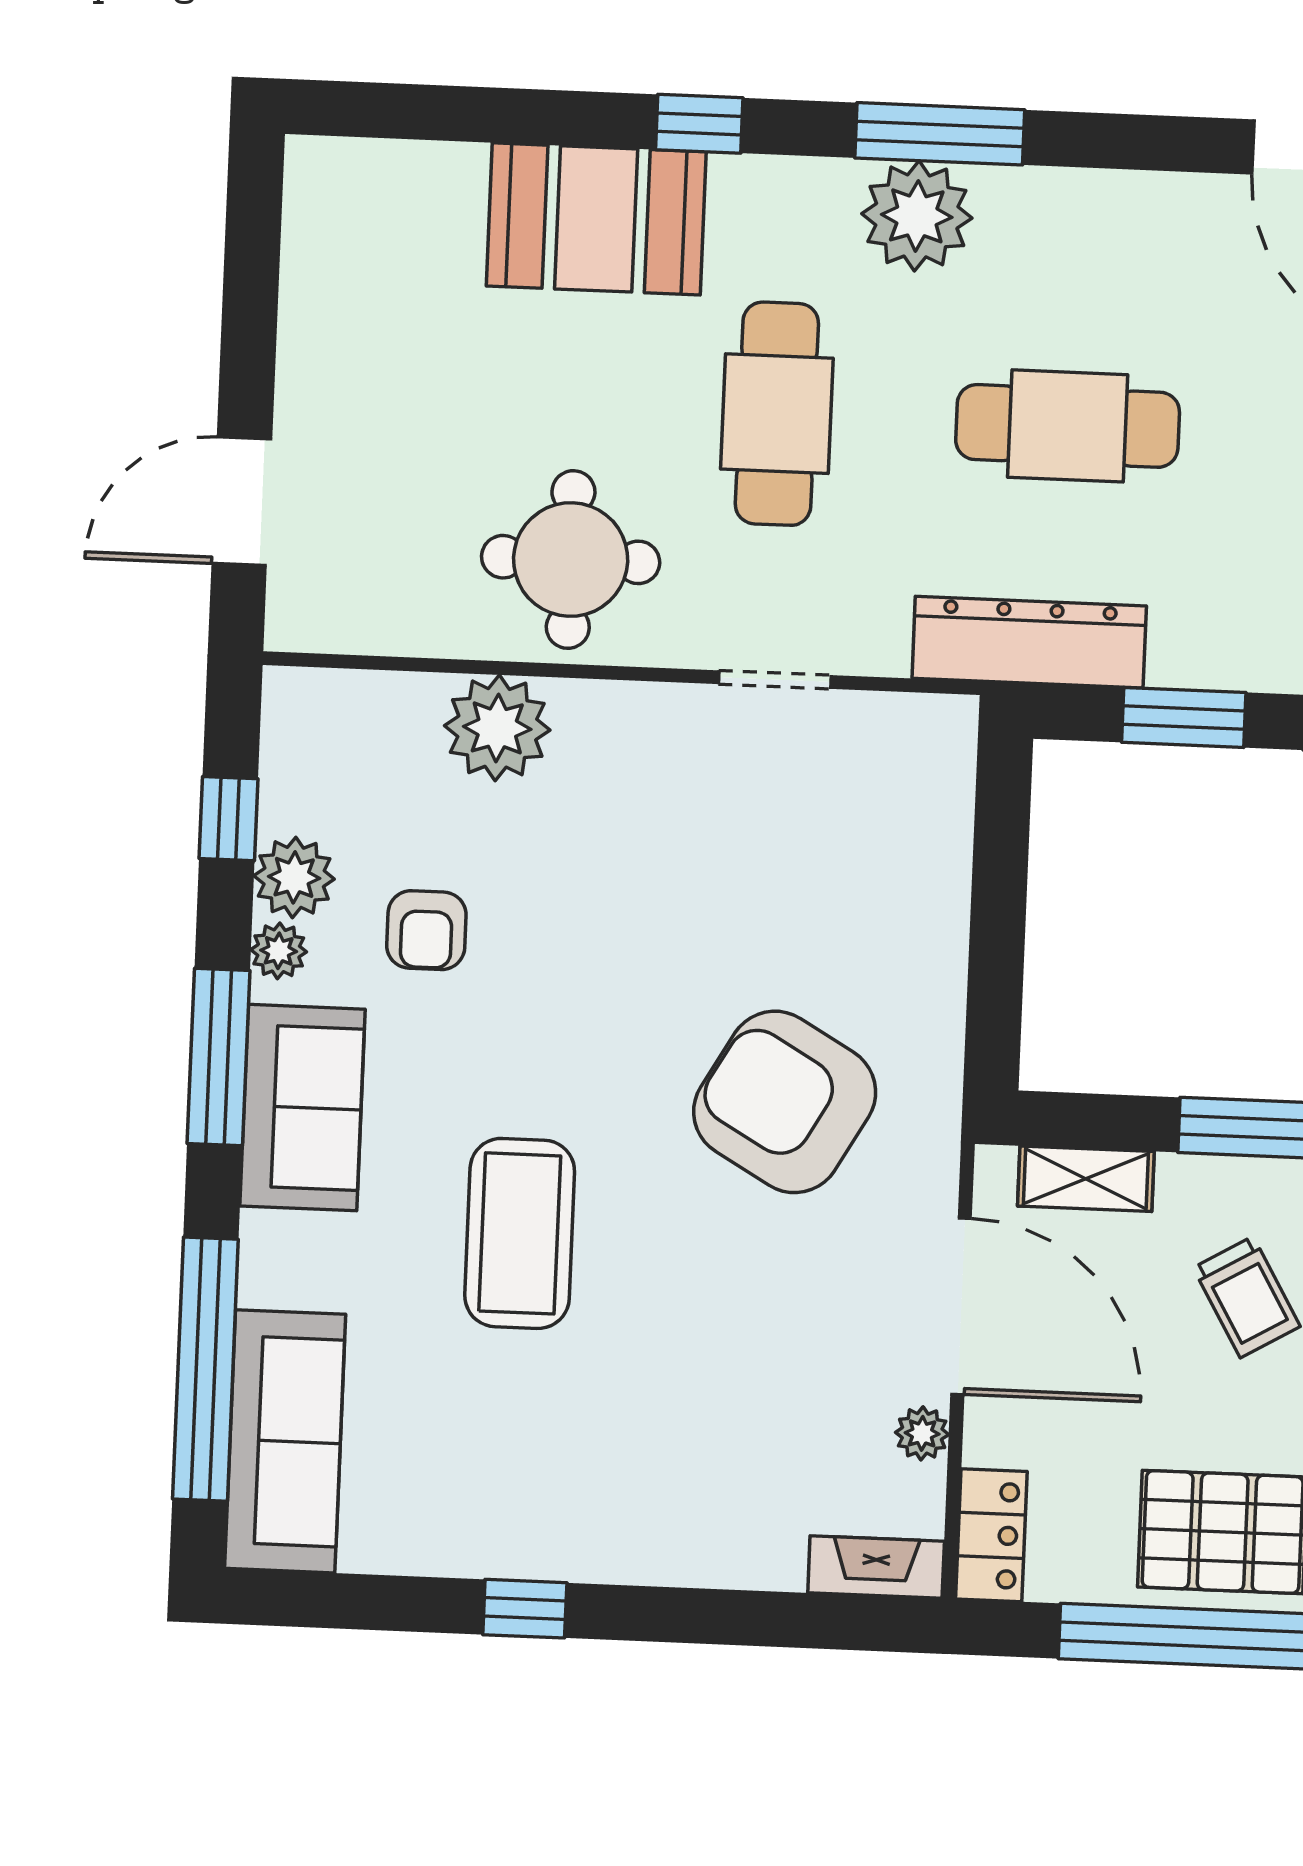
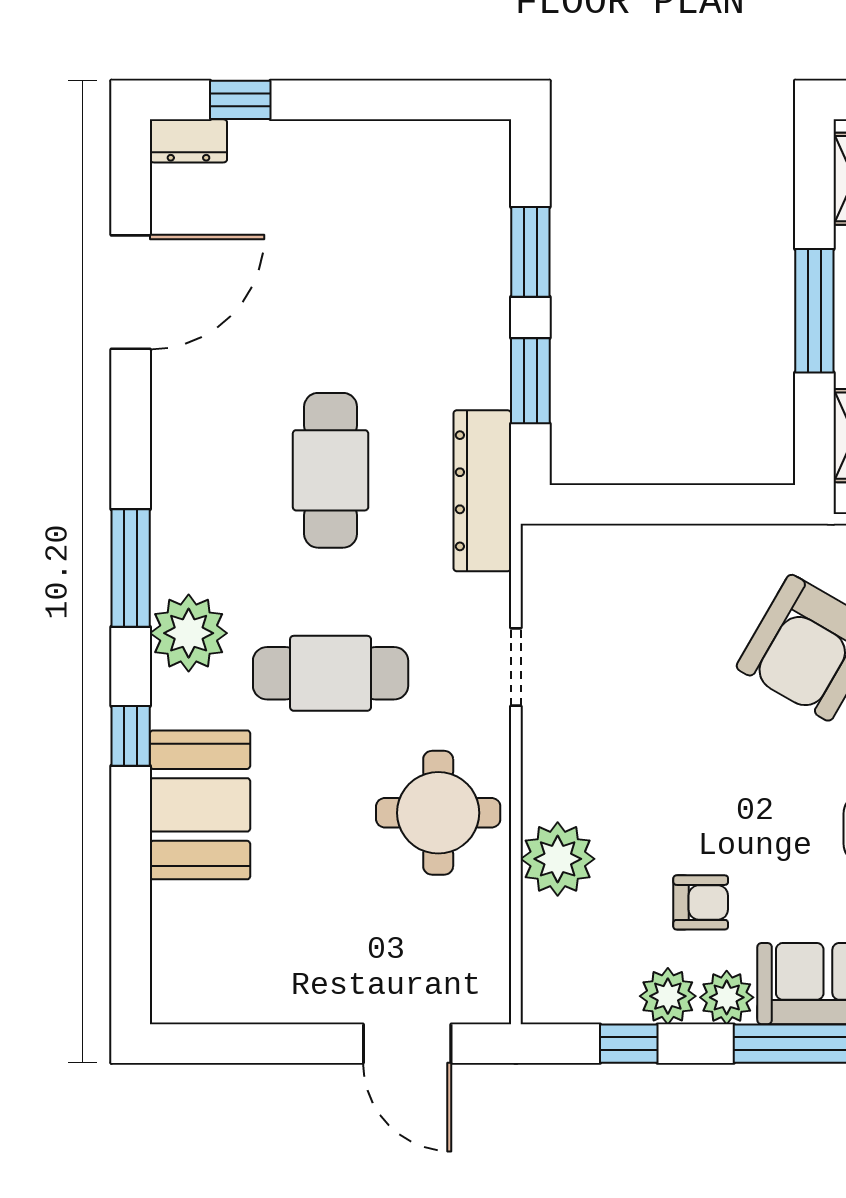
plant: (917, 216) -> (189, 633), moved
plant: (279, 951) -> (727, 997), width x1.38, depth x1.38

